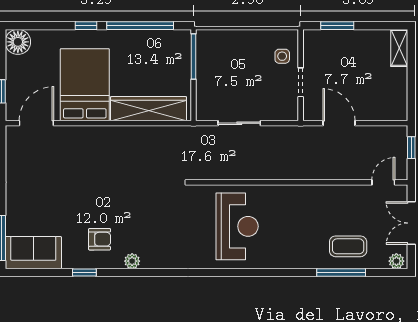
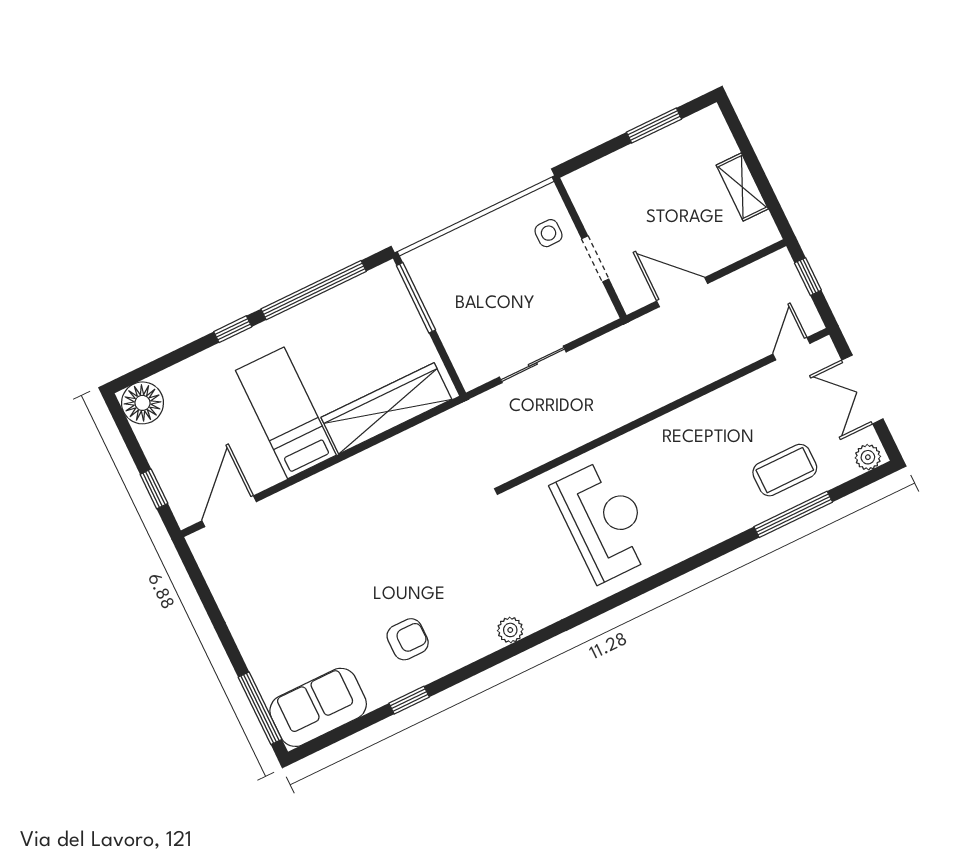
window: (337, 26) -> (654, 126), moved
shelving: (399, 48) -> (742, 187), moved
bed: (85, 85) -> (286, 413), width x0.67
plant: (132, 261) -> (510, 630), moved

